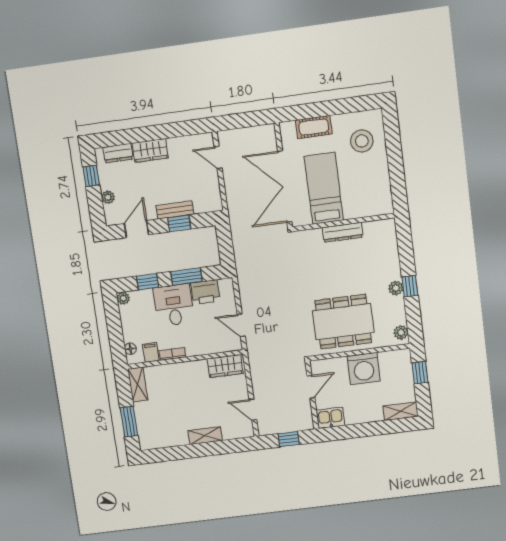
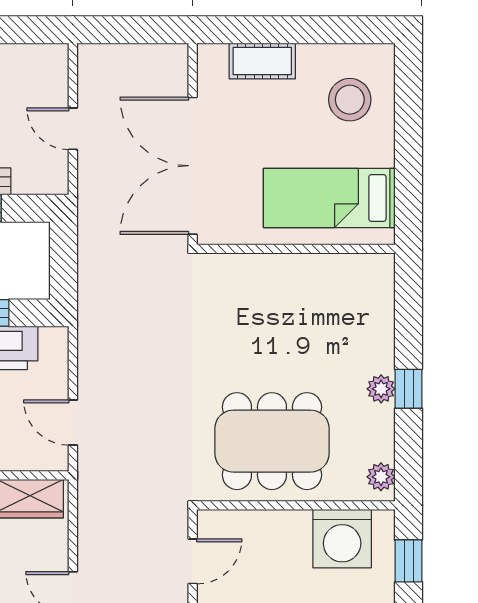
door: (218, 158) -> (73, 129), moved
bed: (324, 188) -> (329, 198), moved, turned -90
dresser: (343, 232) -> (292, 268), removed
washing machine: (364, 369) -> (342, 539), moved

